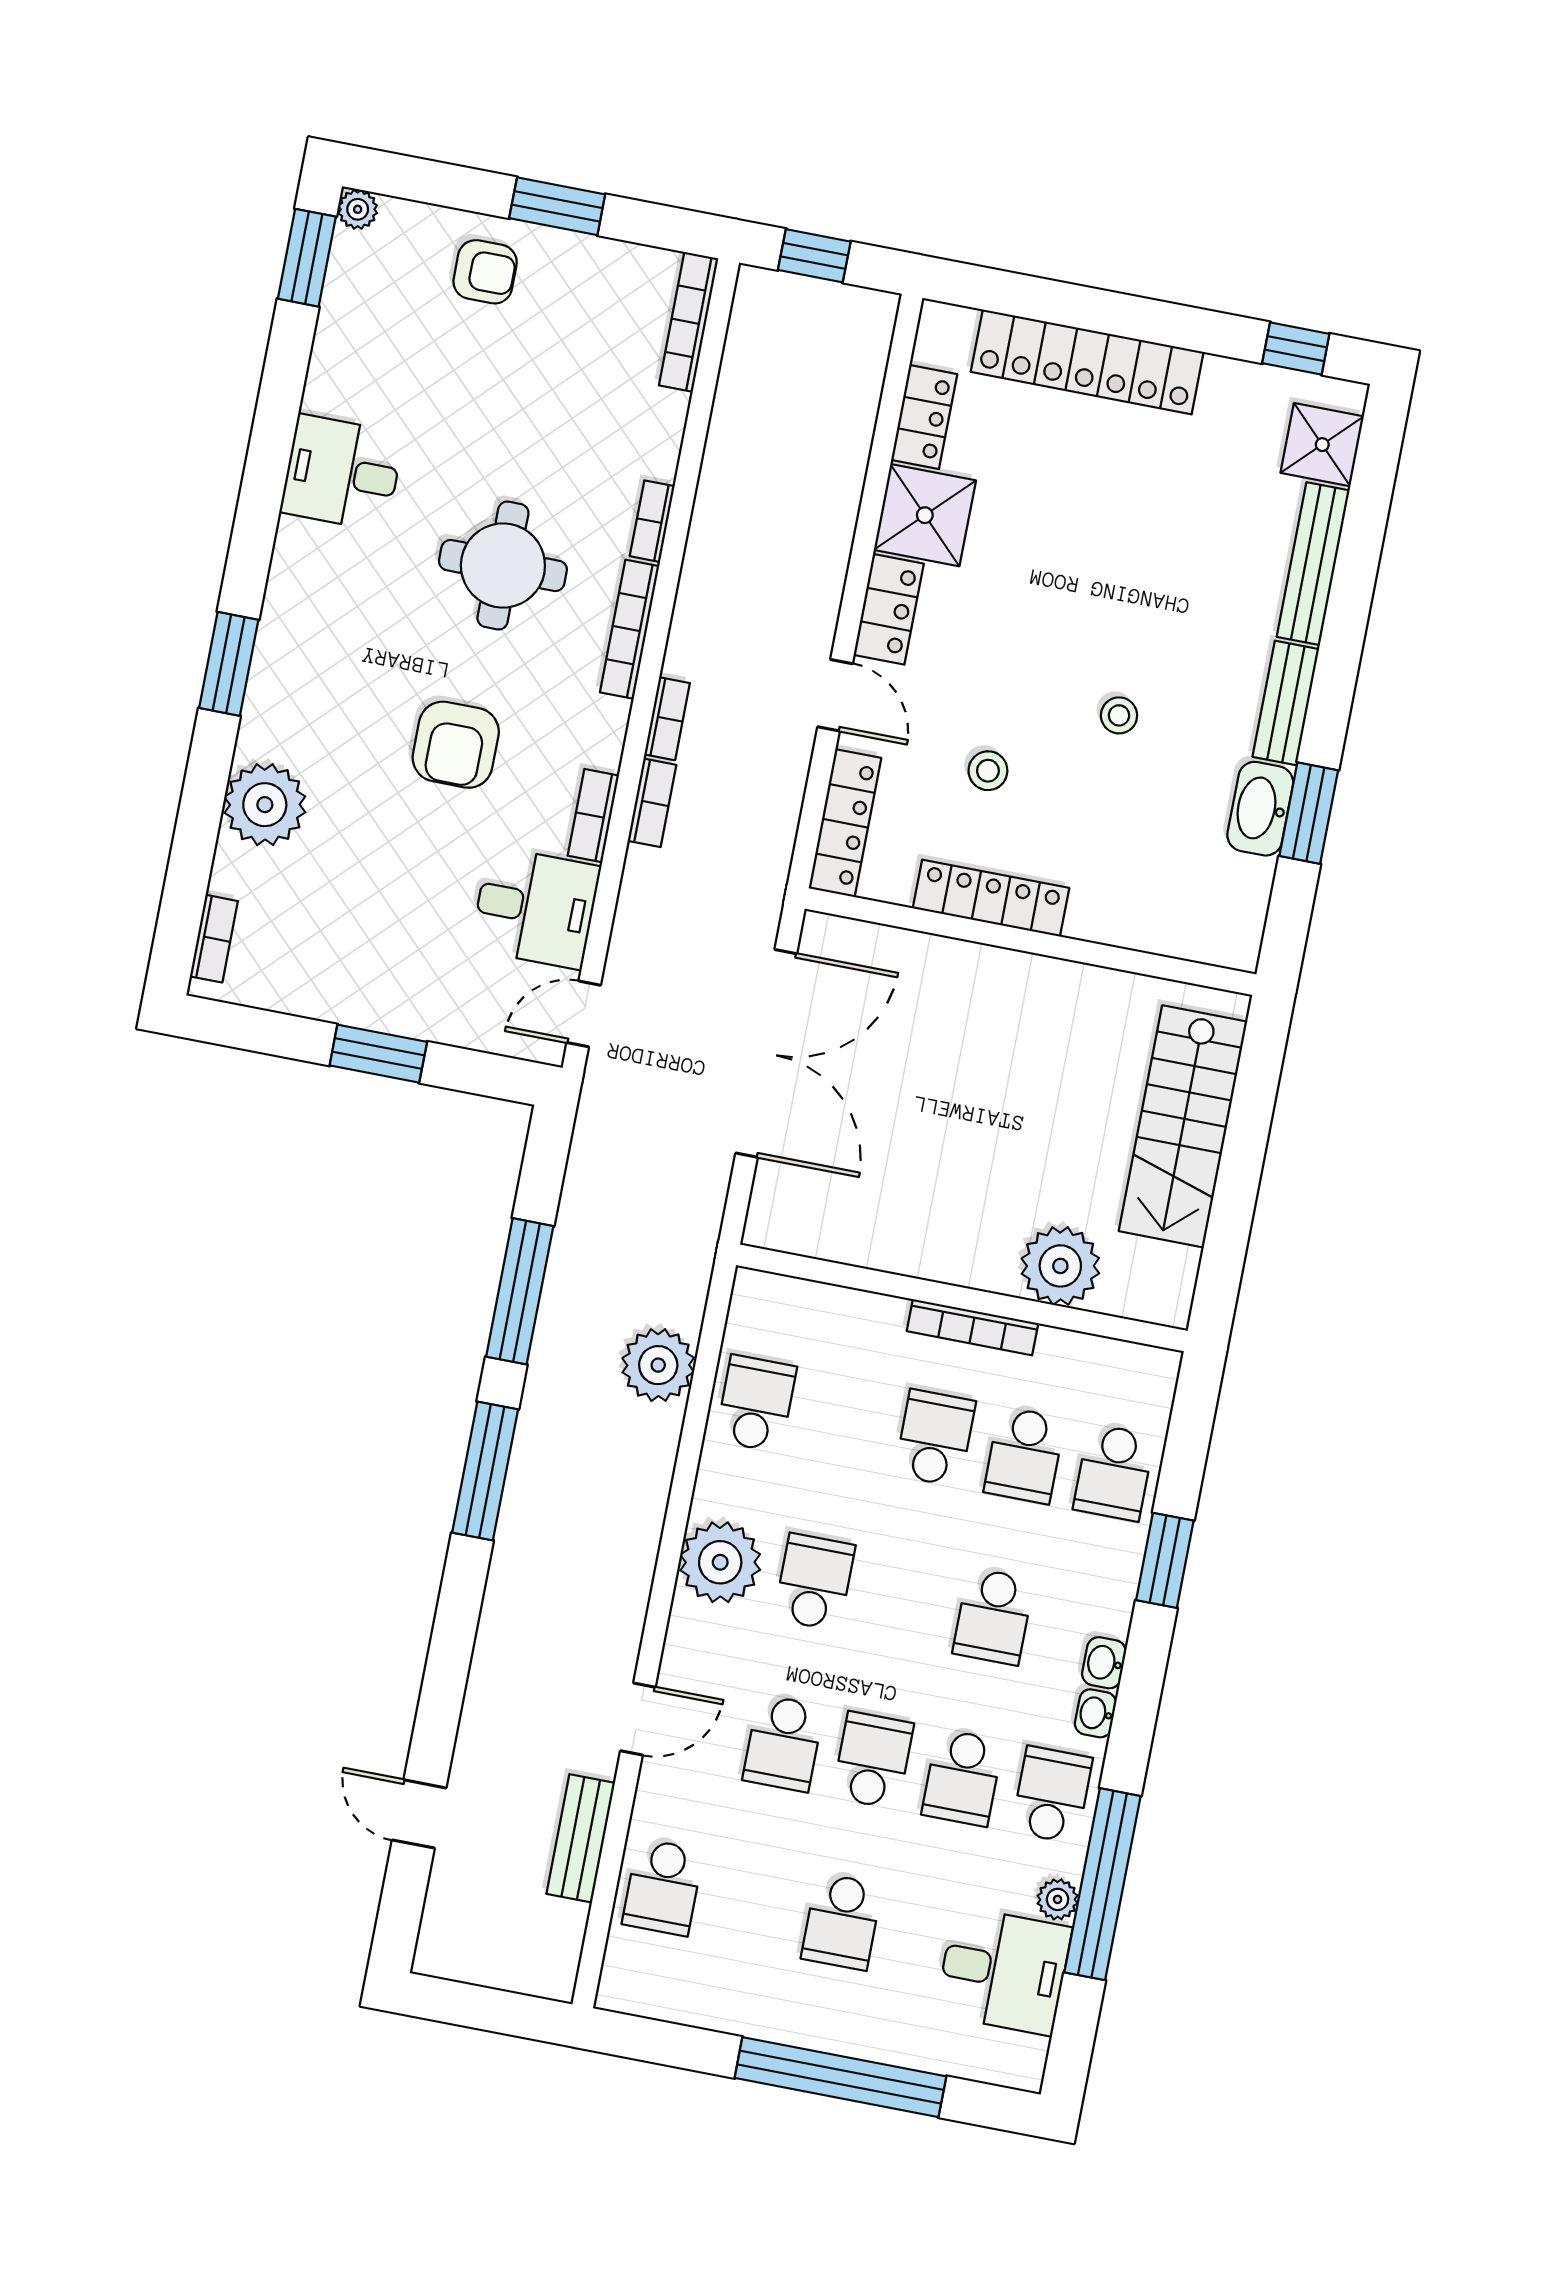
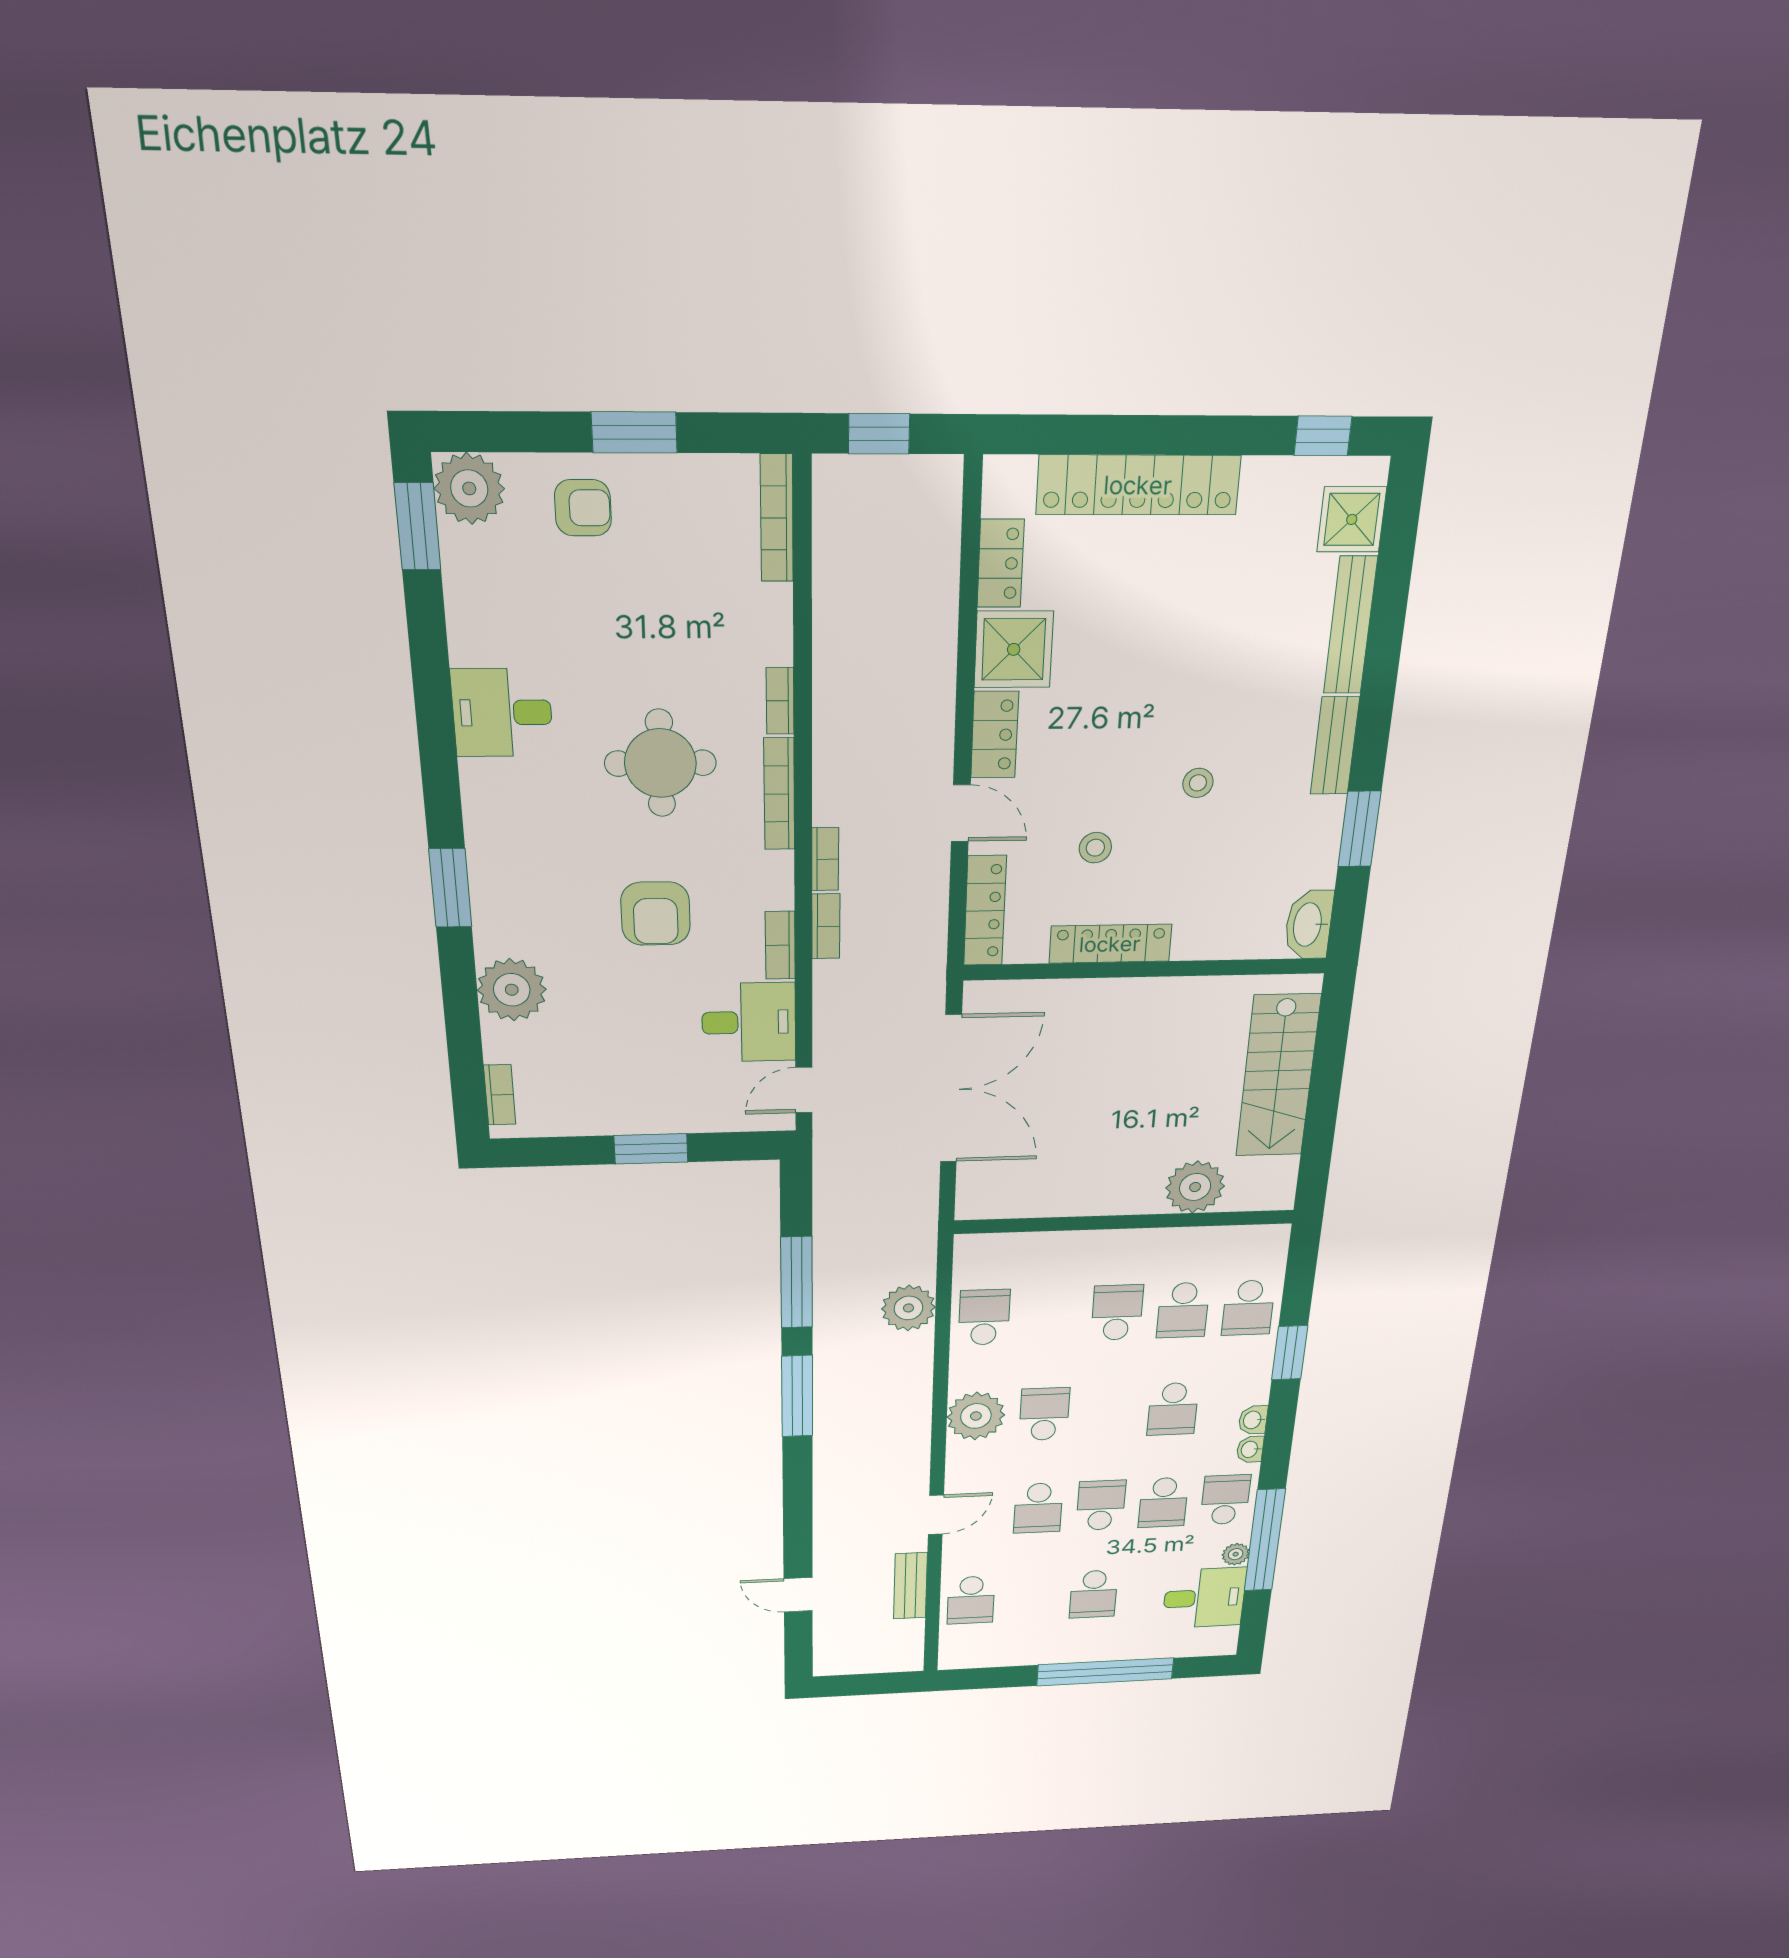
plant: (358, 209) -> (469, 488), width x1.87, depth x1.87
washbasin: (1260, 809) -> (1309, 925), moved
bookcase: (973, 1327) -> (1135, 1239), removed

